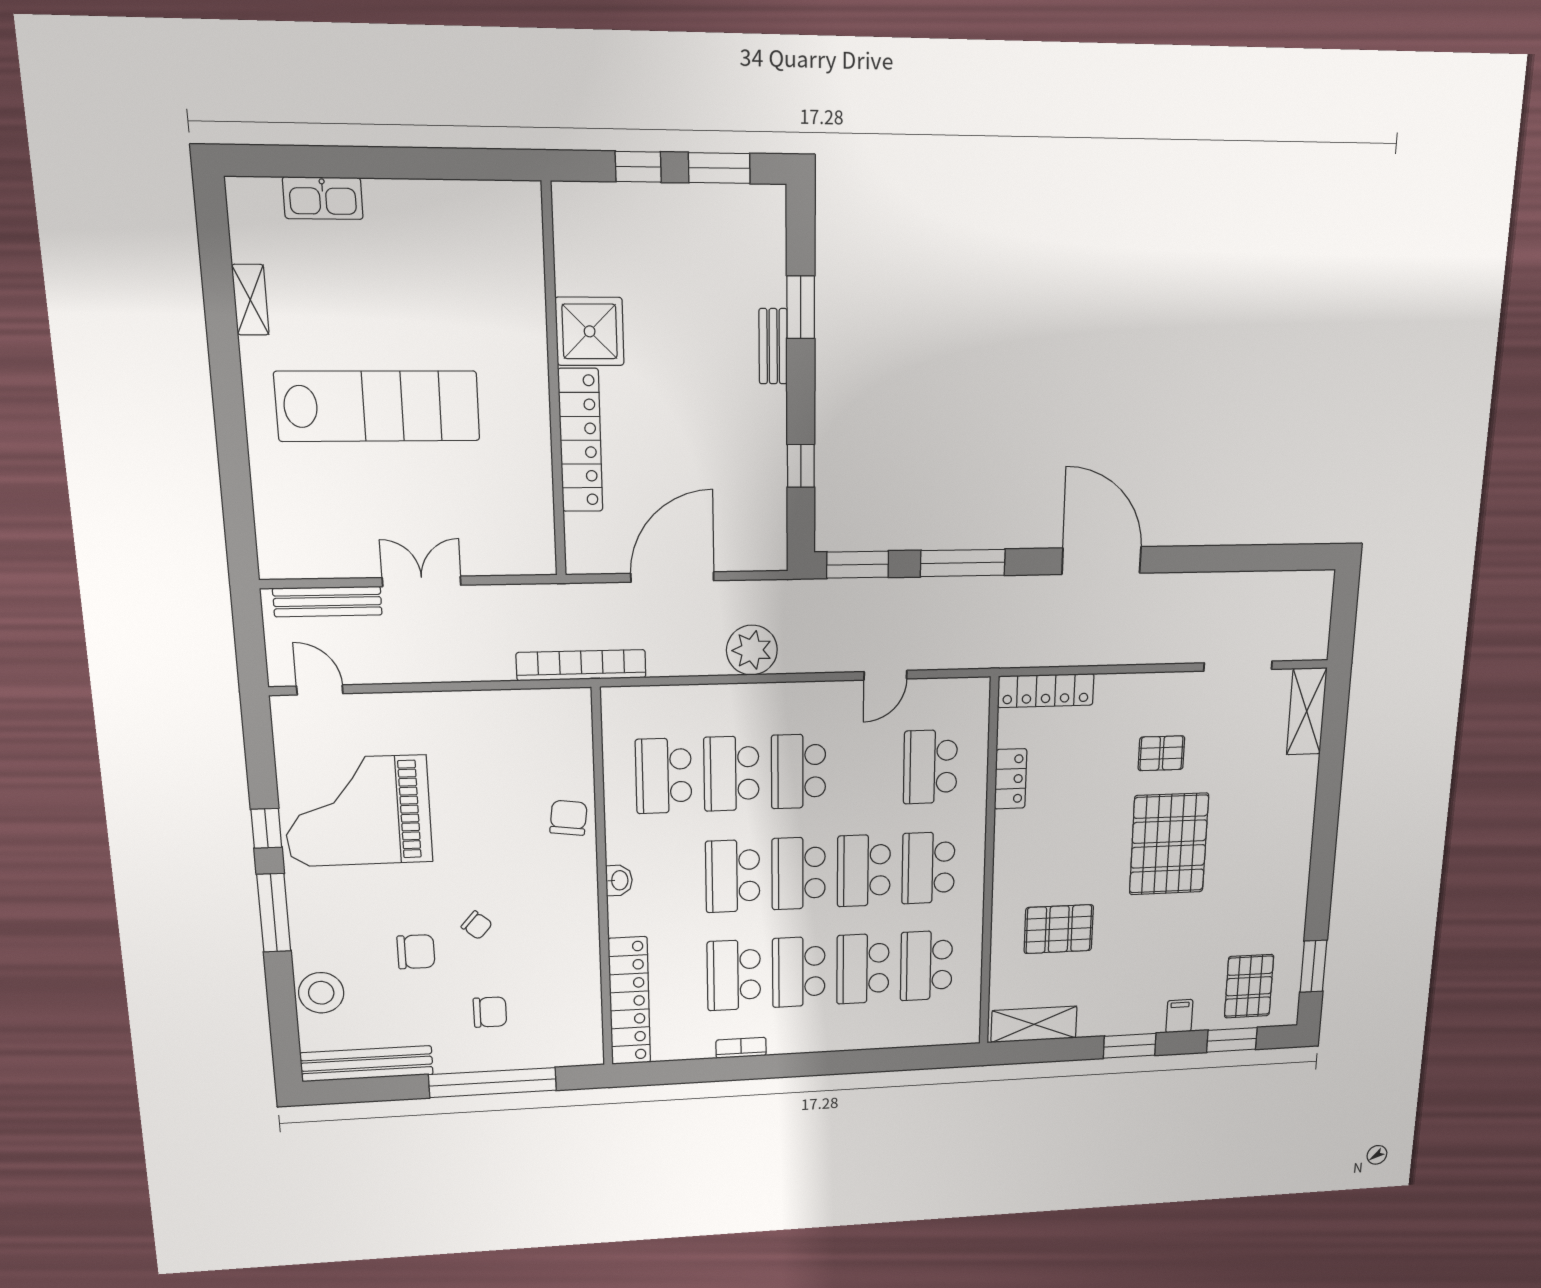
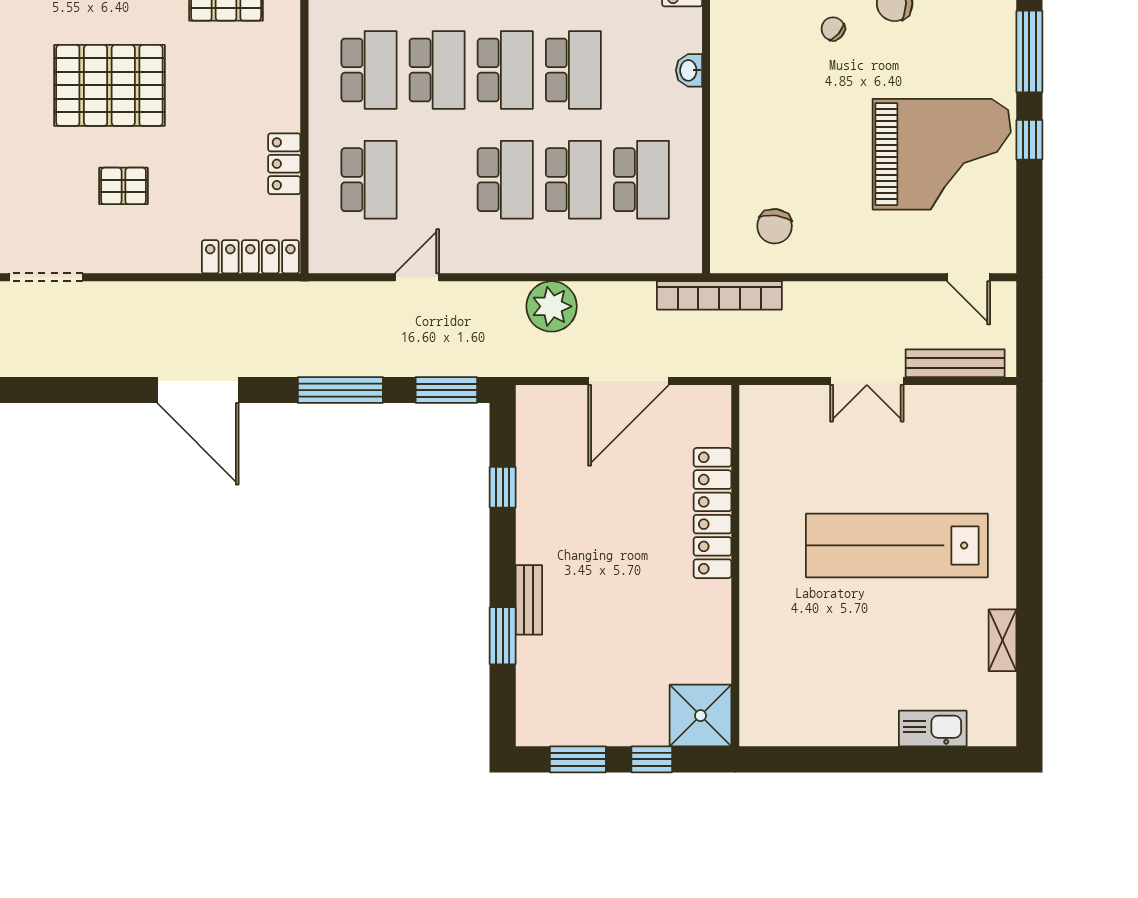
shower: (590, 331) -> (701, 716), moved
chair: (568, 818) -> (775, 226), moved
pallet: (1169, 844) -> (109, 85), turned 90

